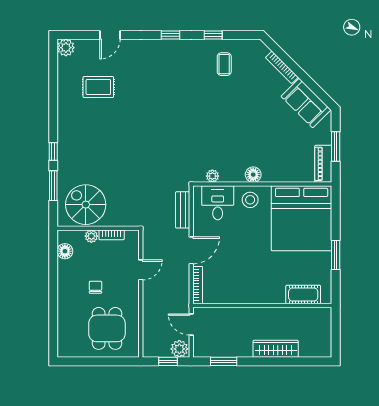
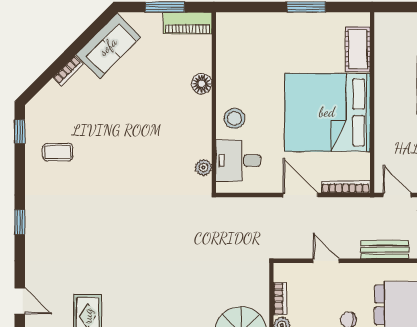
window: (213, 35) -> (20, 132), moved
bookcase: (282, 67) -> (68, 71), width x0.64
floor lamp: (253, 175) -> (202, 84), moved
bench: (183, 210) -> (385, 250), moved
bed: (302, 218) -> (327, 112), moved, turned 180
door: (191, 325) -> (397, 195), swing flipped

